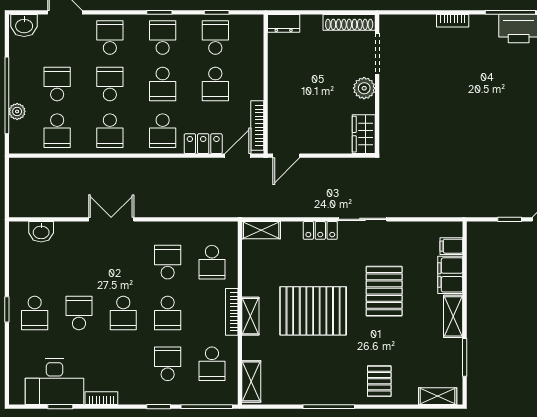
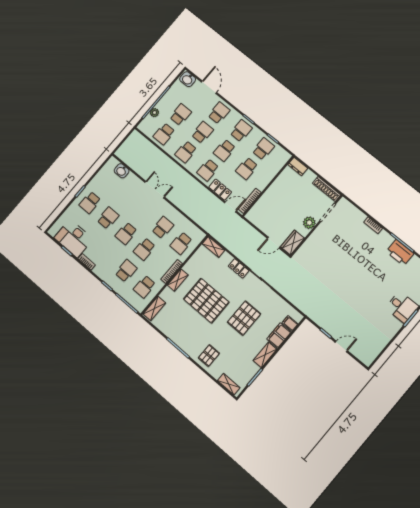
door: (286, 156) -> (274, 243), moved

